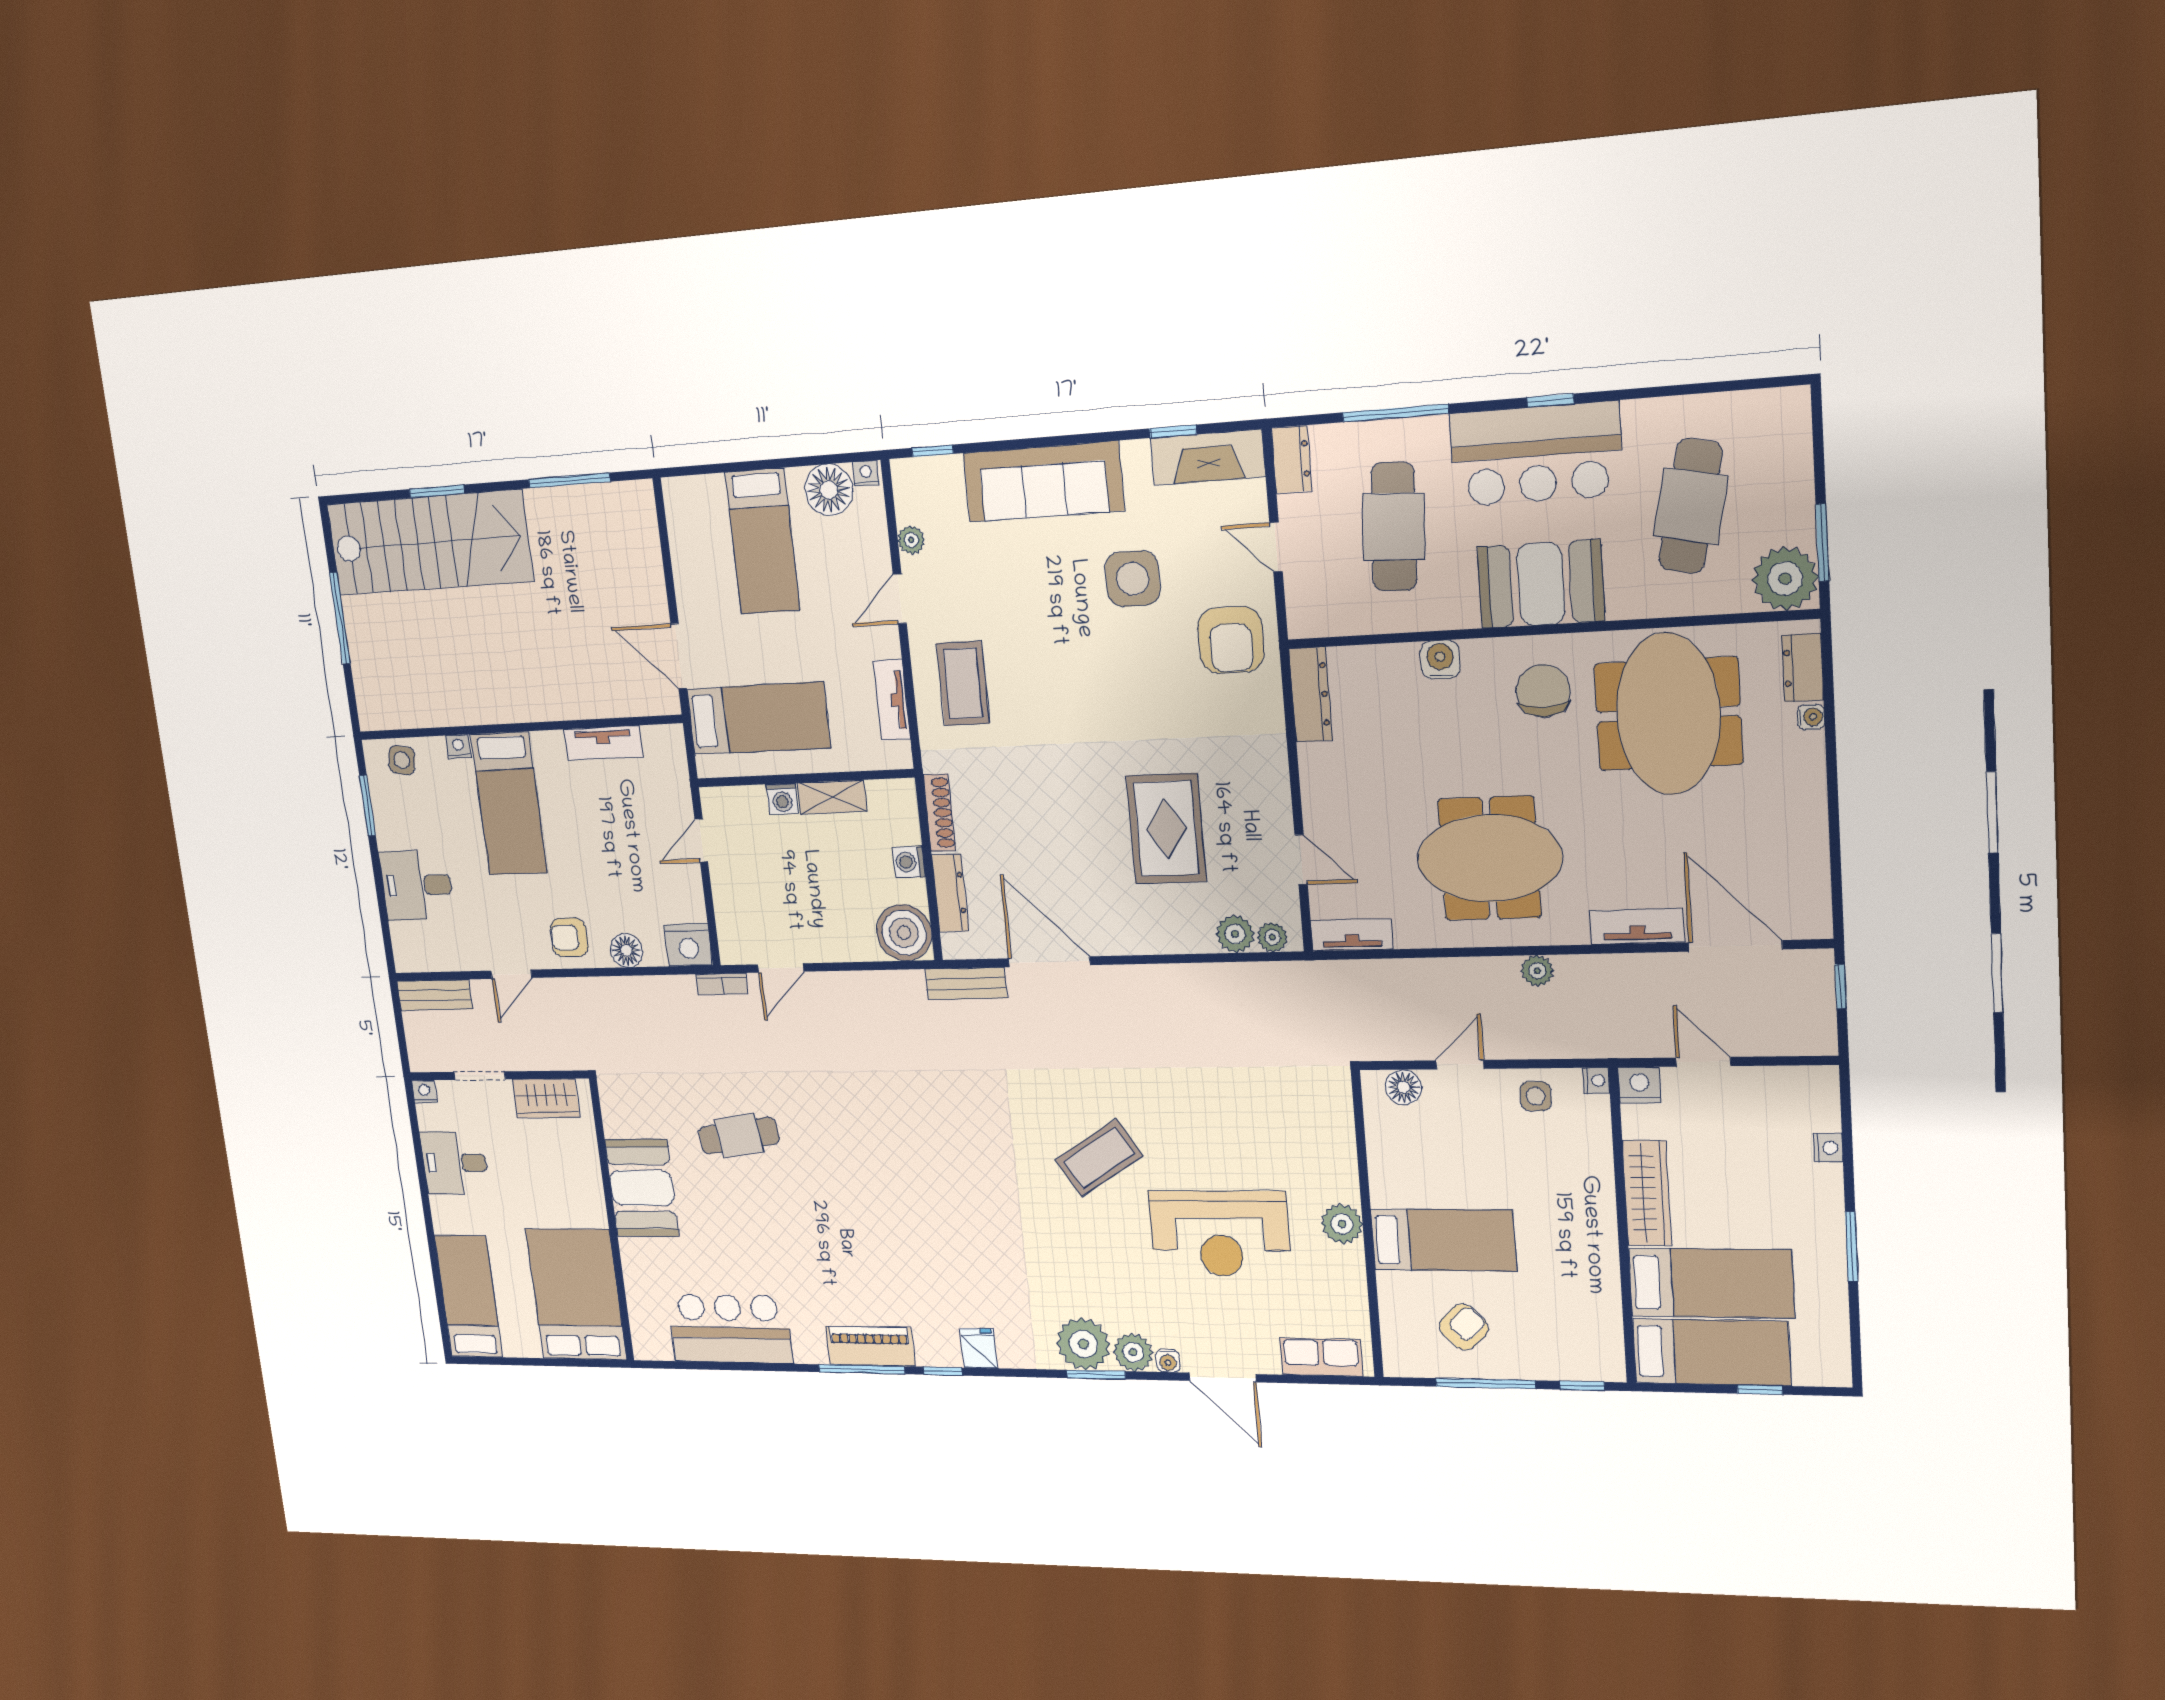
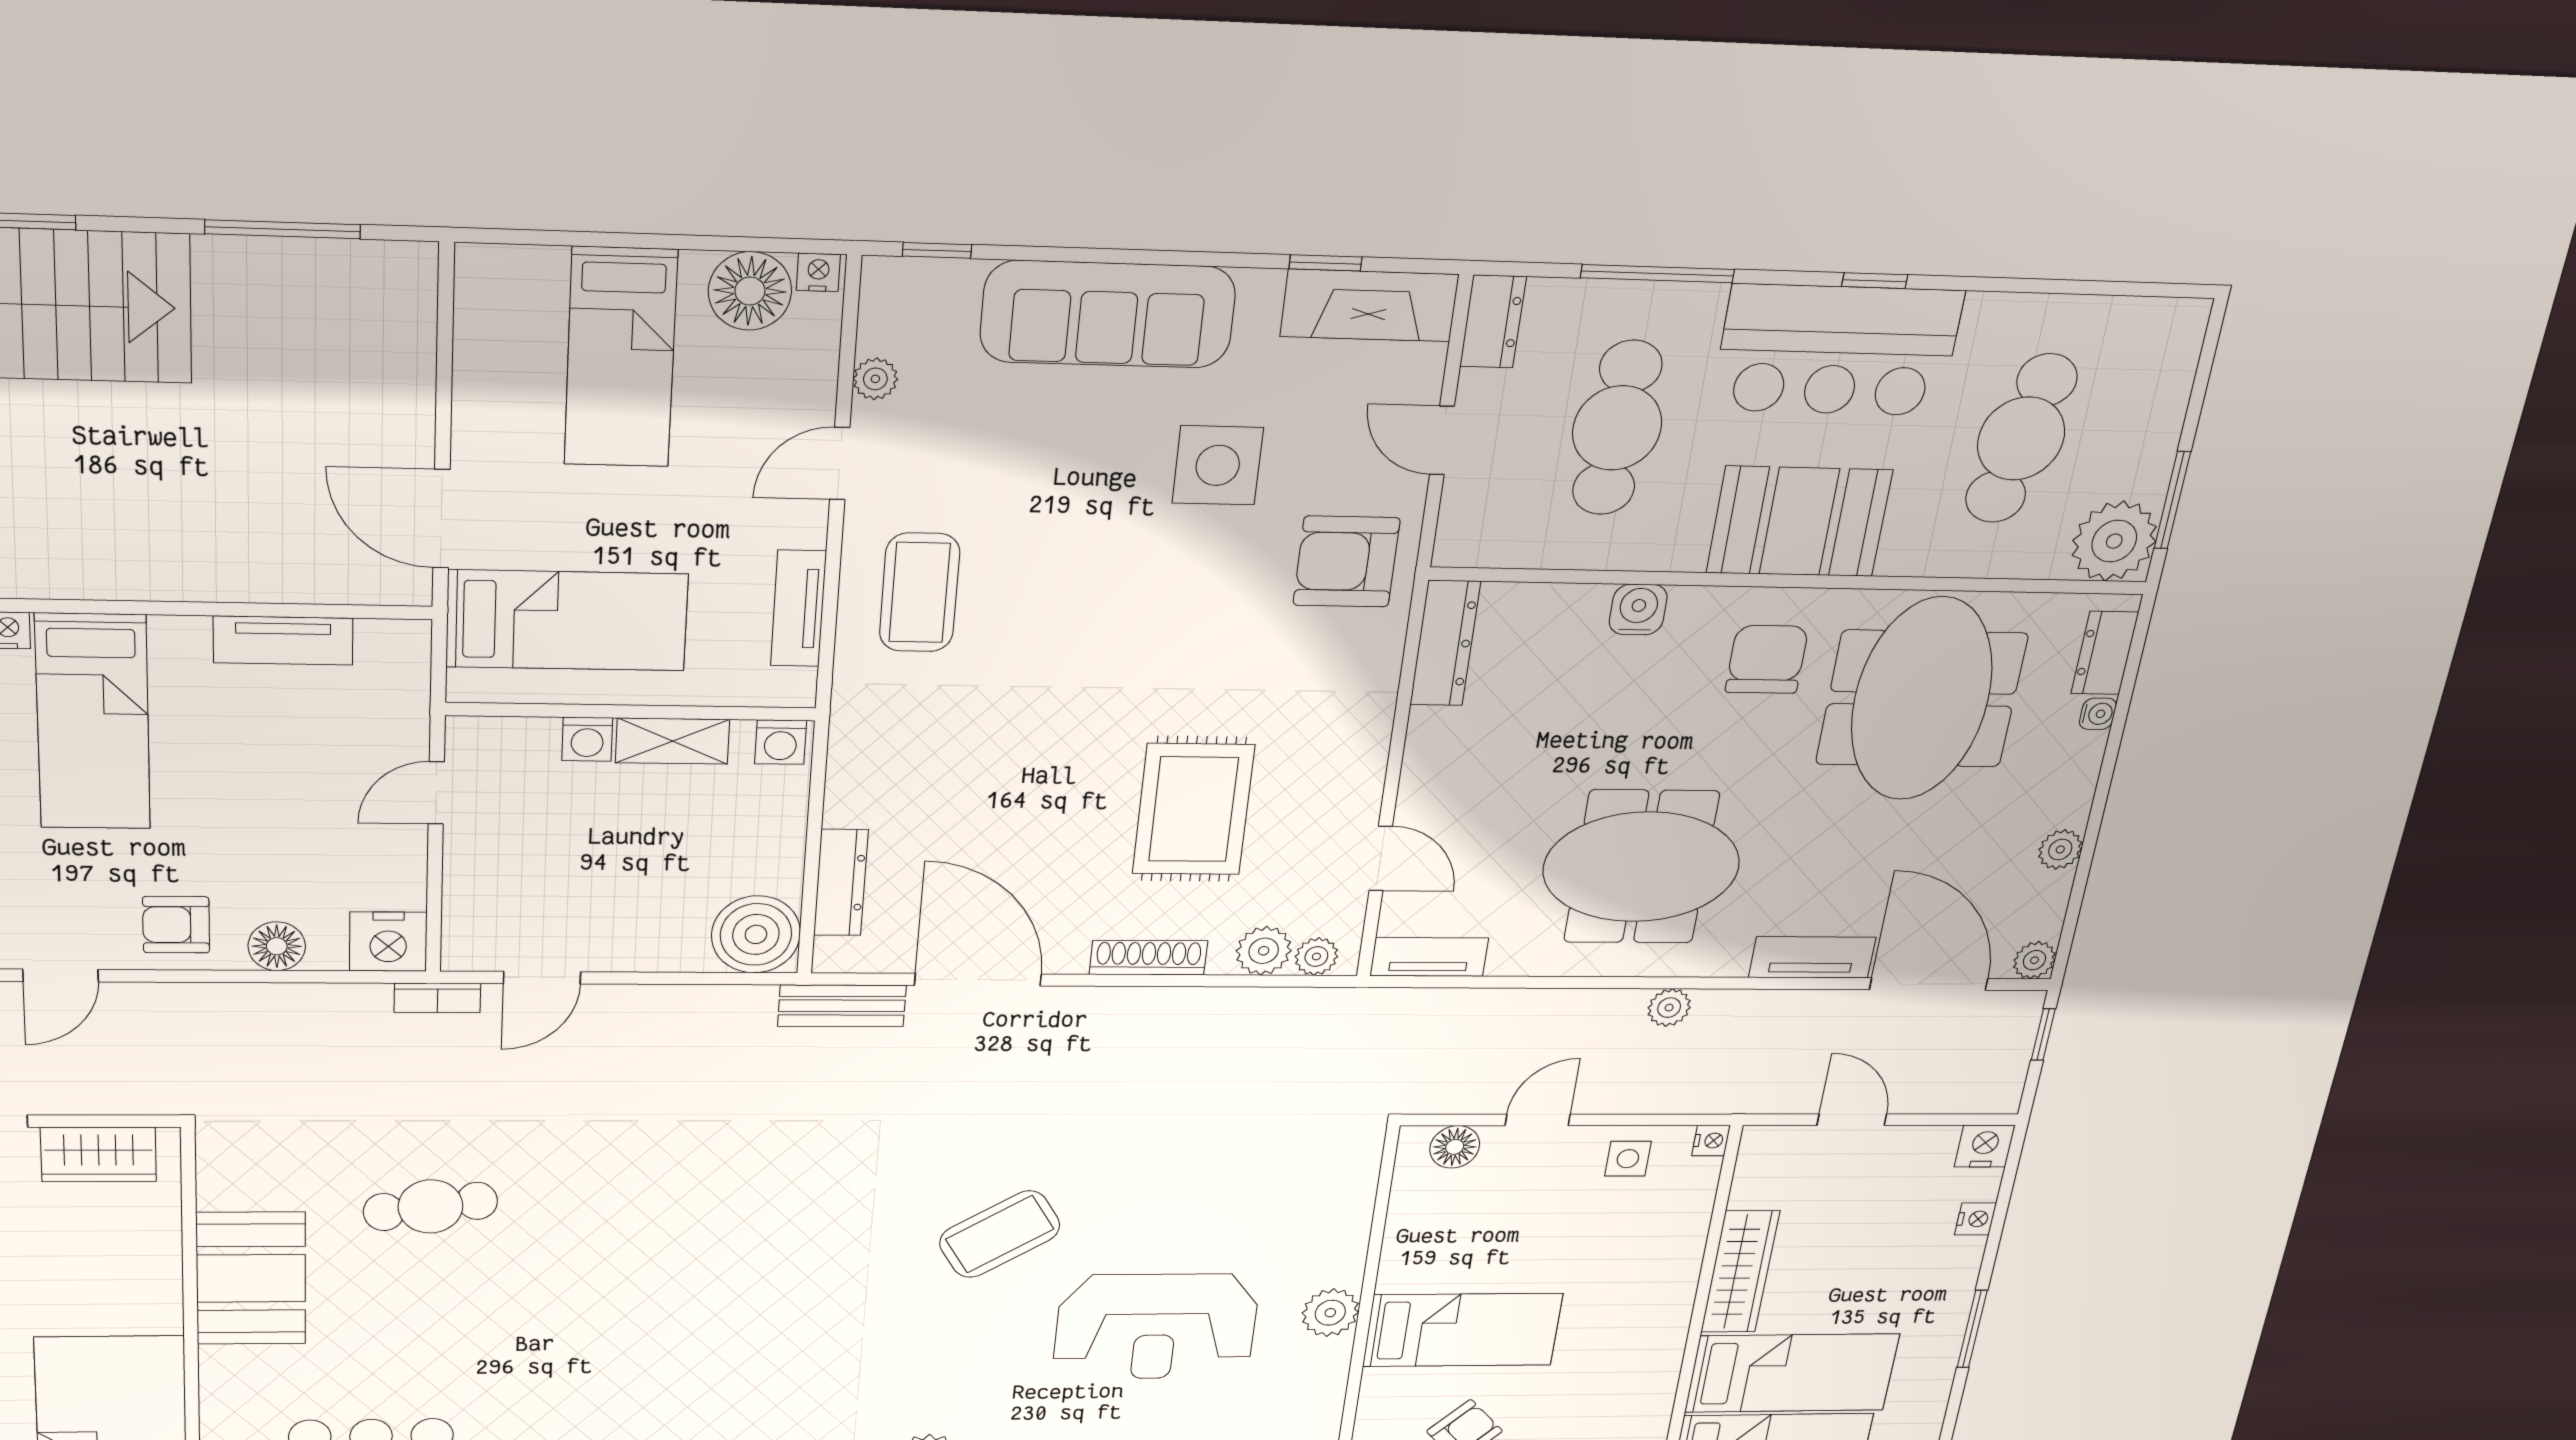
armchair: (1231, 640) -> (1346, 562), turned 90
shoe rack: (939, 813) -> (1148, 958), moved, turned -90
plant: (1812, 830) -> (2060, 850), added
washing machine: (909, 862) -> (781, 742), moved, turned -90
plant: (1816, 923) -> (2034, 960), added
nightstand: (1640, 1085) -> (1985, 1146), moved

